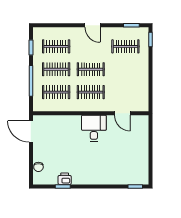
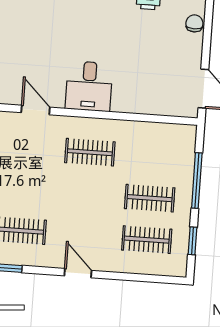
clothes rail: (91, 69) -> (87, 194), removed
clothes rail: (56, 92) -> (153, 157), removed

